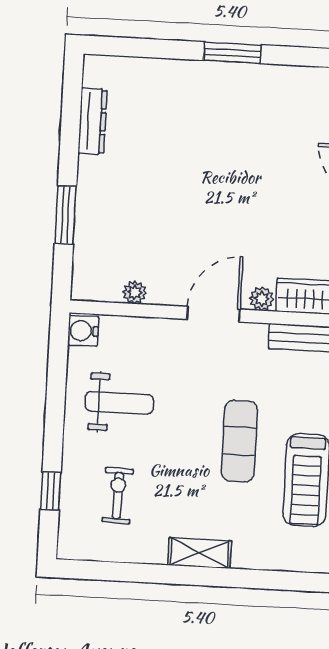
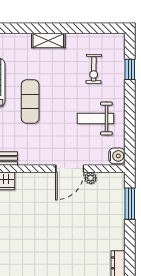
window: (66, 215) -> (130, 204), moved
plant: (262, 299) -> (22, 178), removed
door: (213, 314) -> (70, 169), moved

